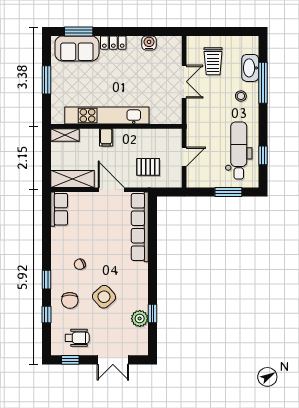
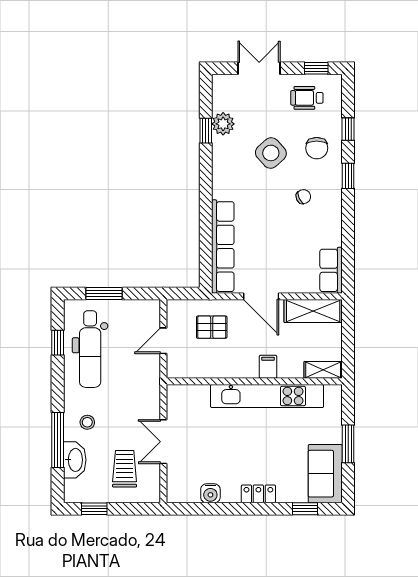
window: (79, 31) -> (305, 509), width x0.67
window: (236, 31) -> (94, 509), added
sofa: (77, 48) -> (325, 474), moved, turned -90
chair: (70, 300) -> (317, 148), turned 180

